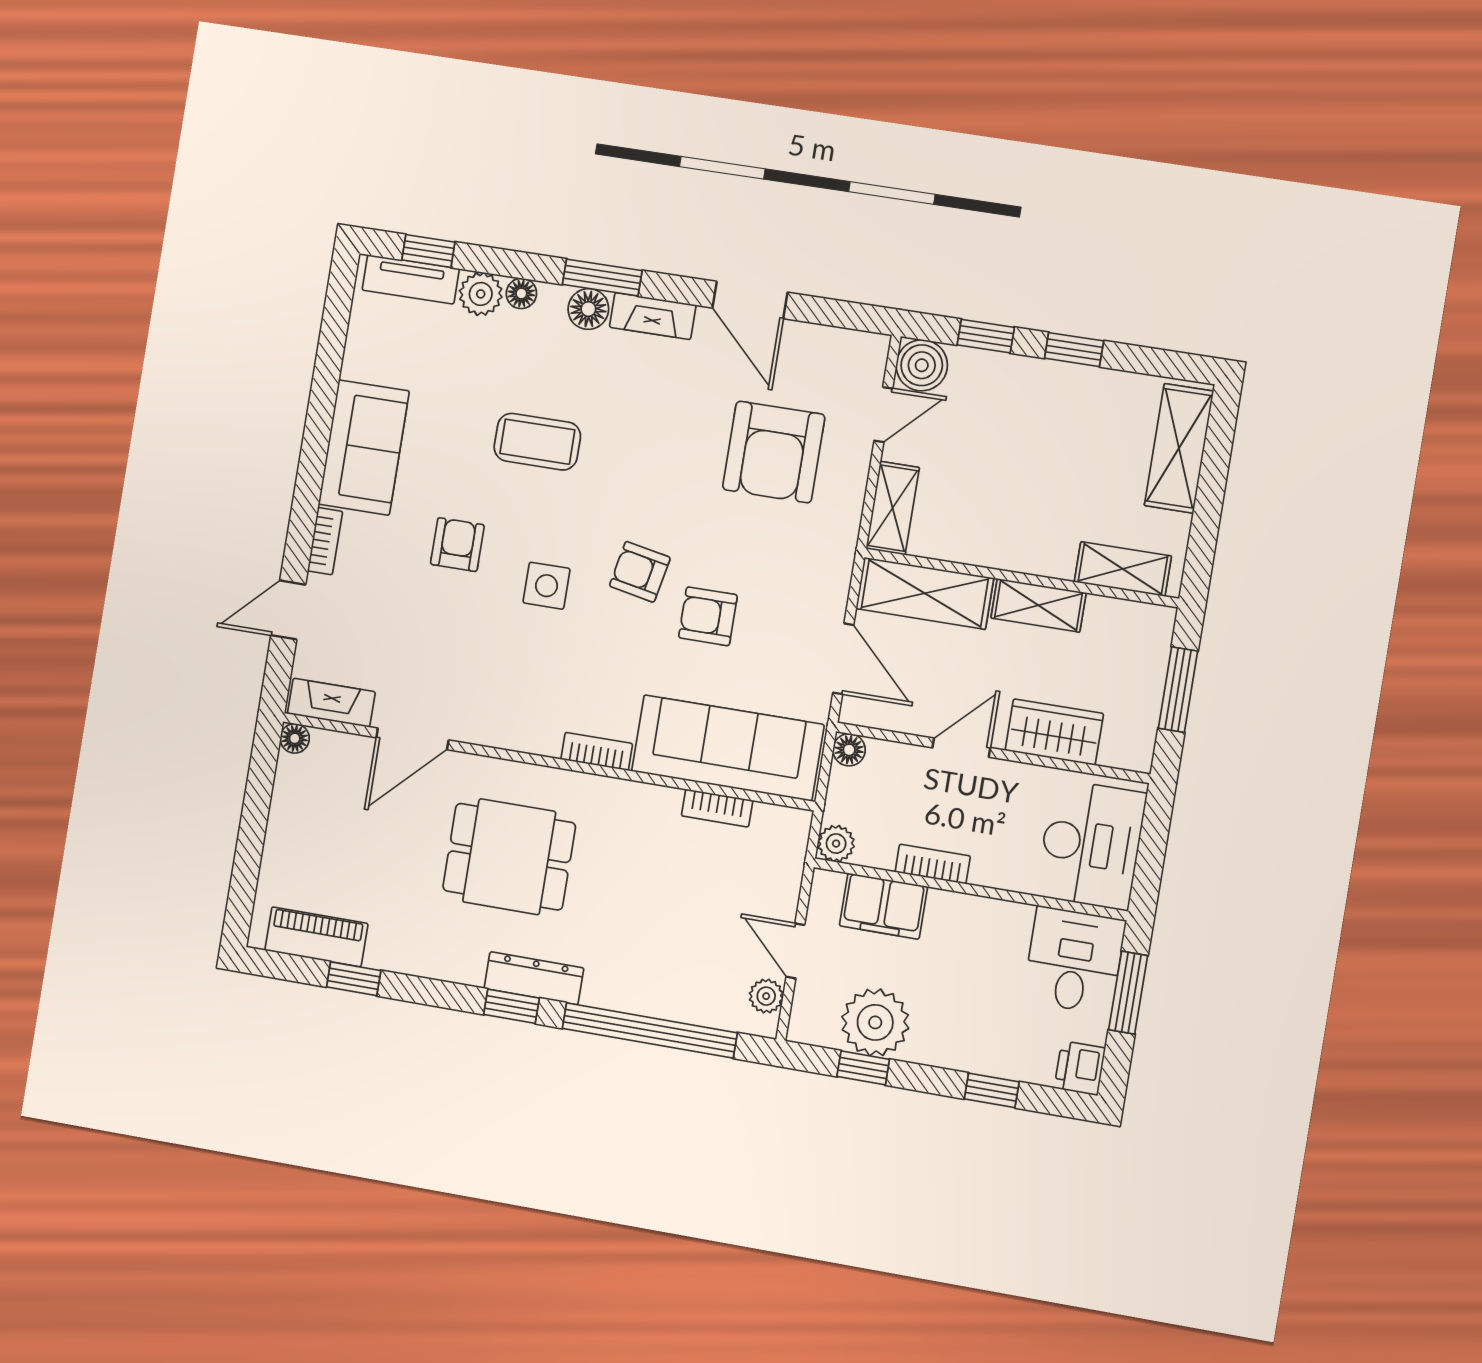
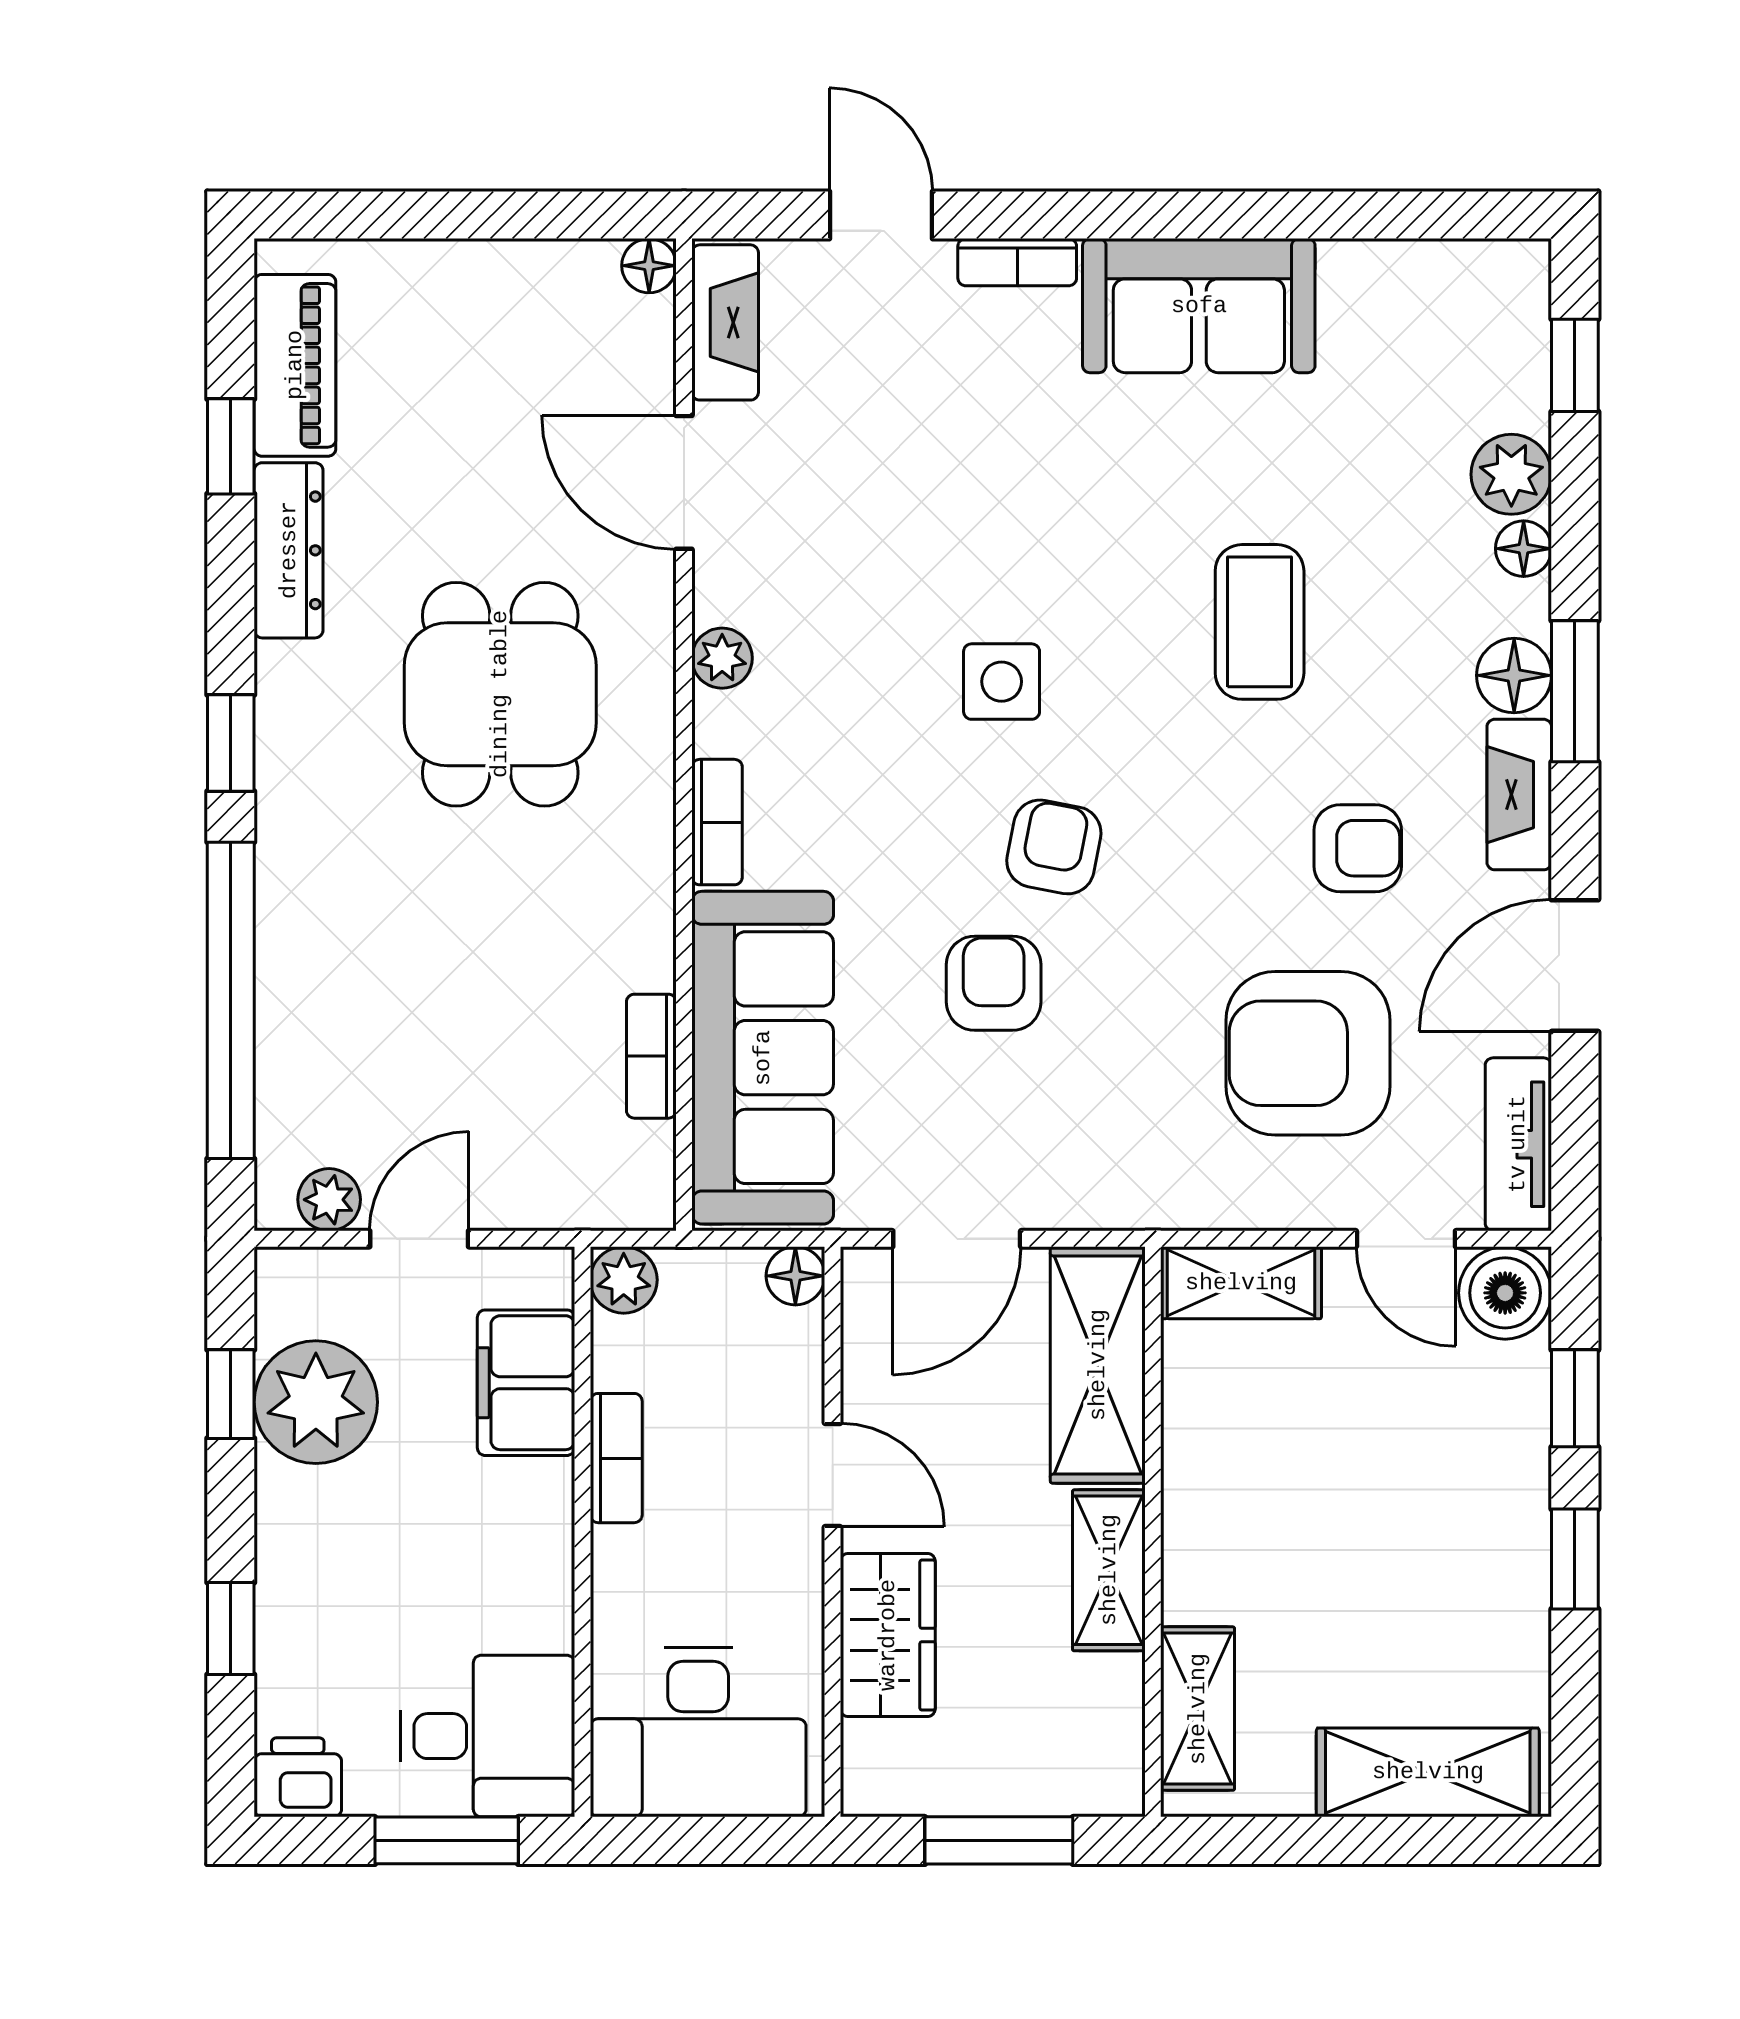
tv unit: (411, 279) -> (1518, 1144), moved
armchair: (457, 545) -> (1358, 848), moved
plant: (509, 734) -> (722, 658), added
dresser: (534, 978) -> (289, 550), moved

